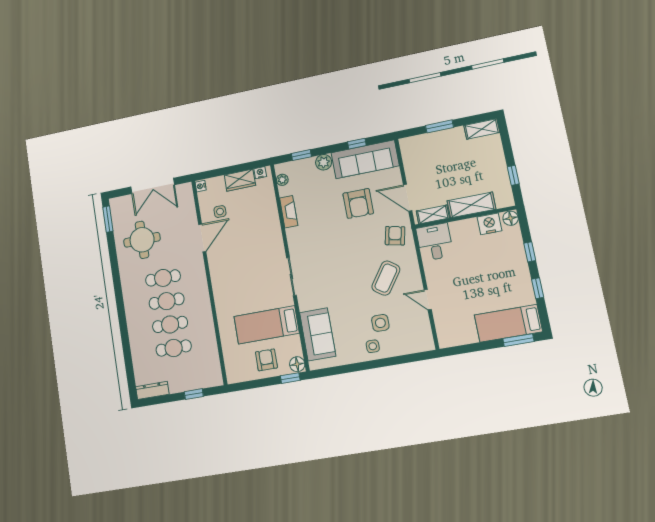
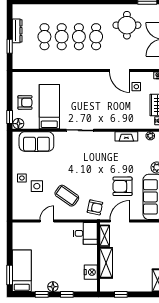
floor lamp: (511, 218) -> (53, 287), moved
dresser: (152, 390) -> (17, 31), moved

